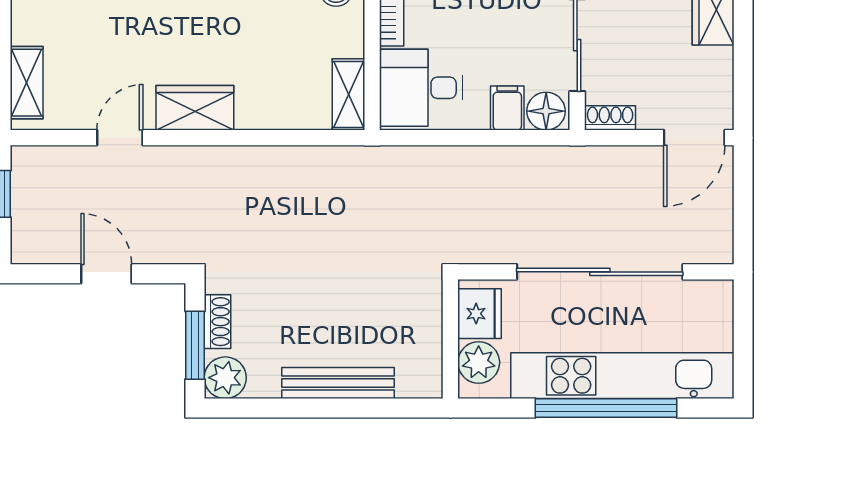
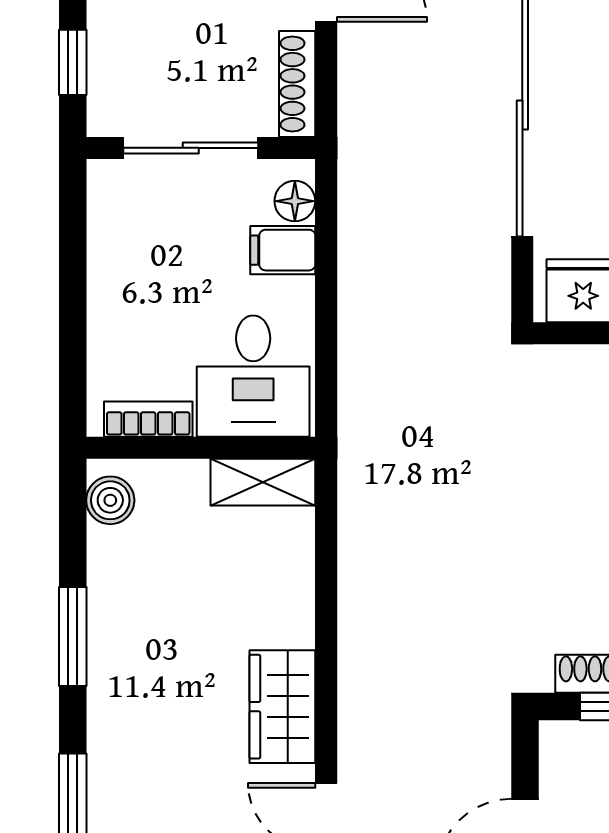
floor lamp: (546, 111) -> (295, 201), width x0.73, depth x0.73
shoe rack: (610, 118) -> (297, 84), width x1.43

